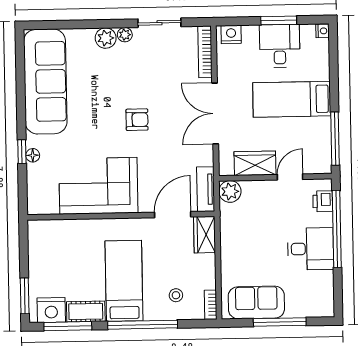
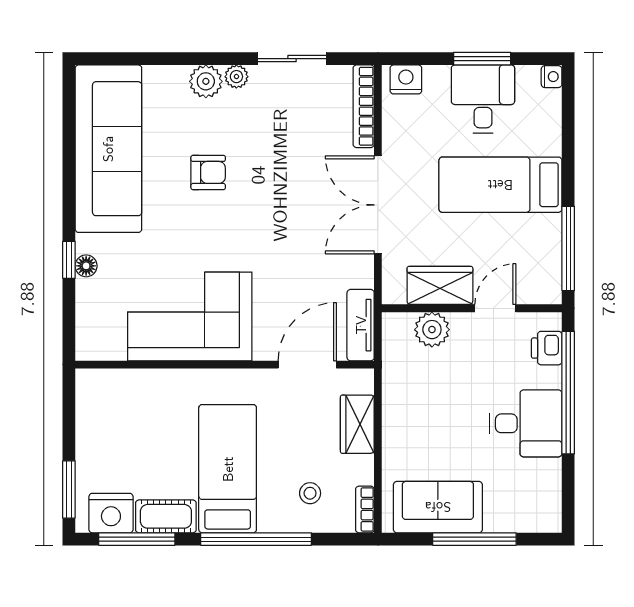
armchair: (137, 120) -> (208, 172), moved
plant: (230, 191) -> (432, 330), moved
wardrobe: (204, 235) -> (357, 424), moved

